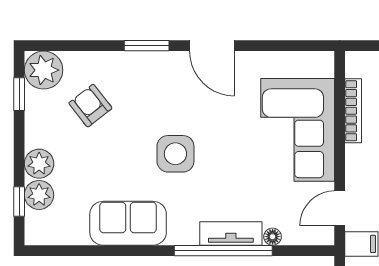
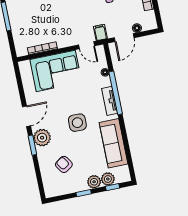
plant: (44, 70) -> (42, 138), moved
window: (19, 94) -> (84, 193), moved
armchair: (90, 106) -> (64, 164), turned 94
sofa: (128, 223) -> (114, 143), width x1.36
tv unit: (231, 234) -> (110, 101), moved

